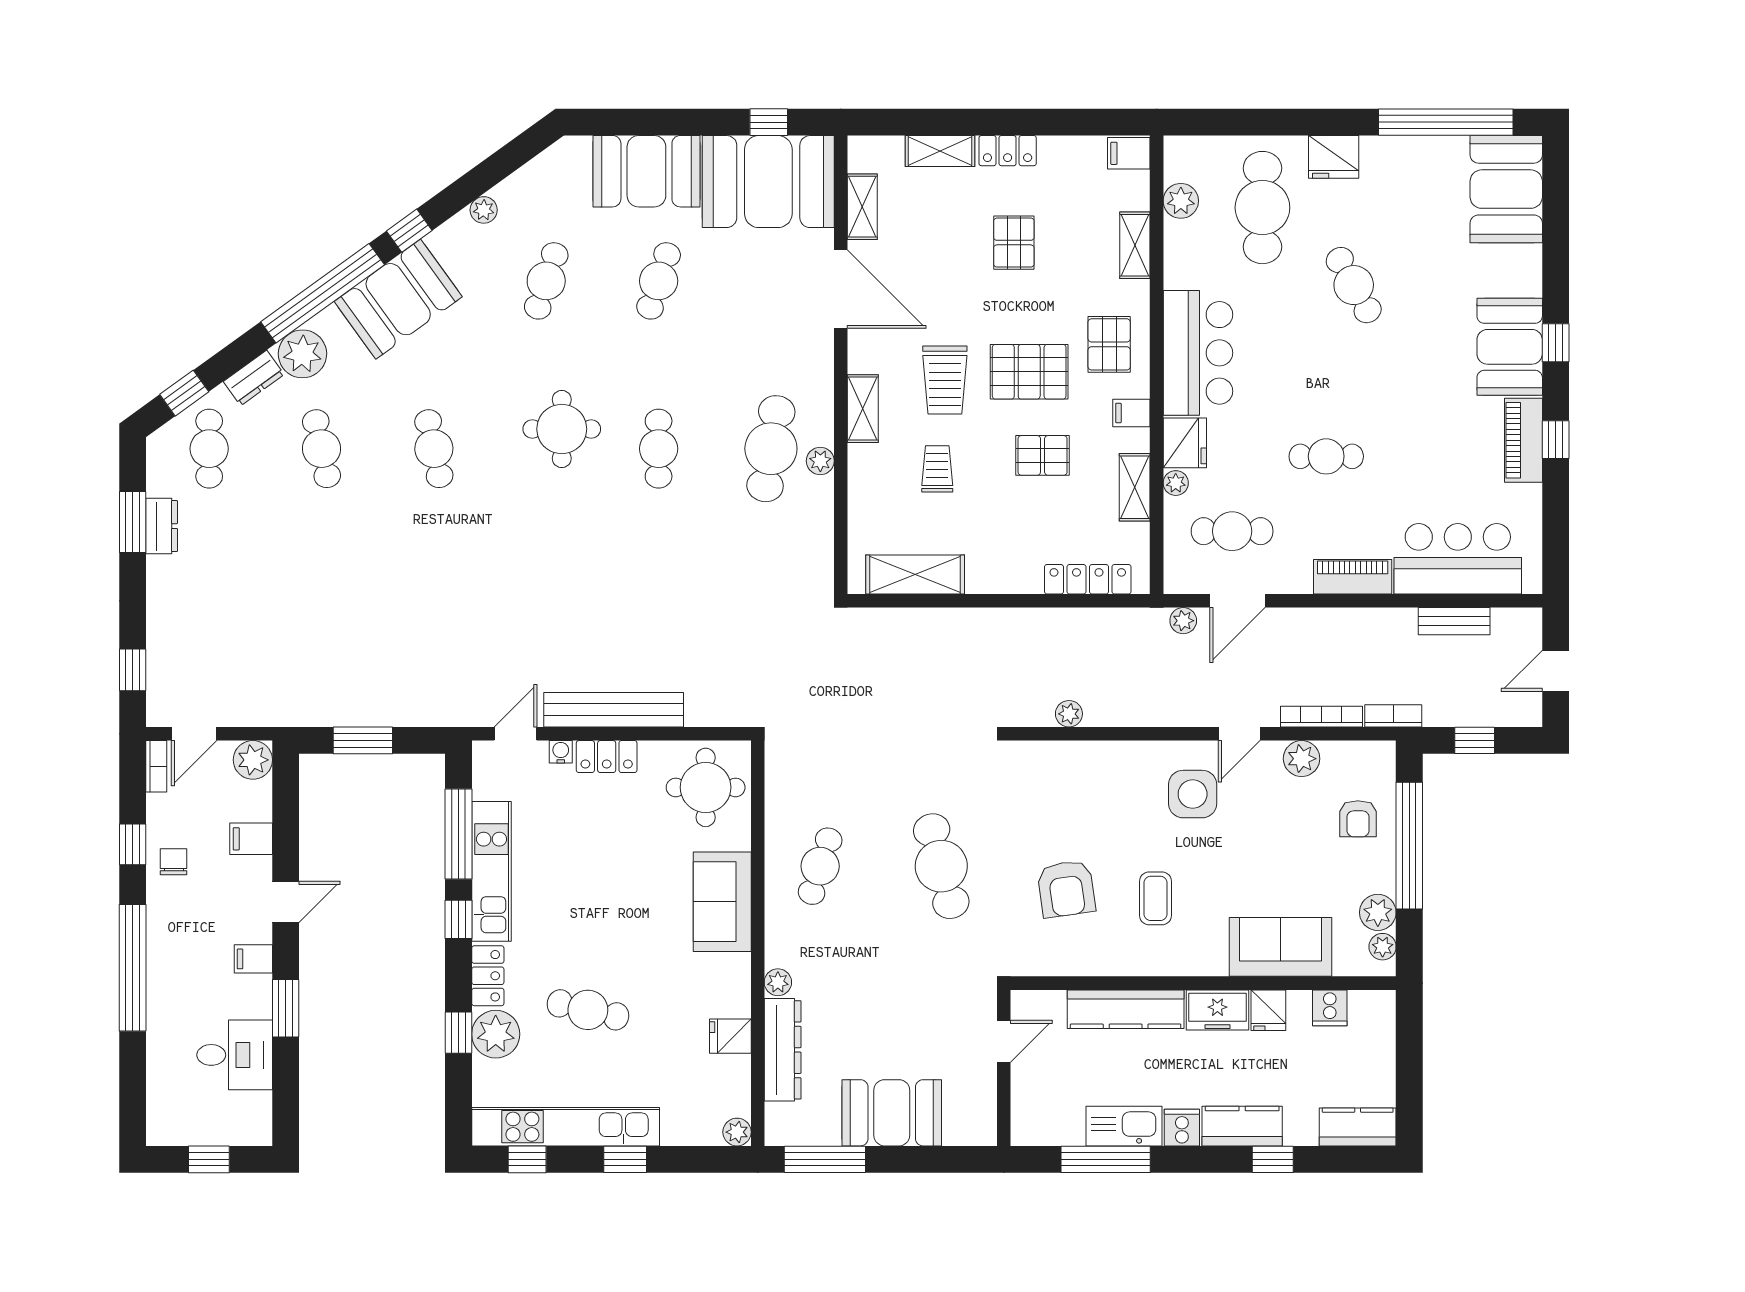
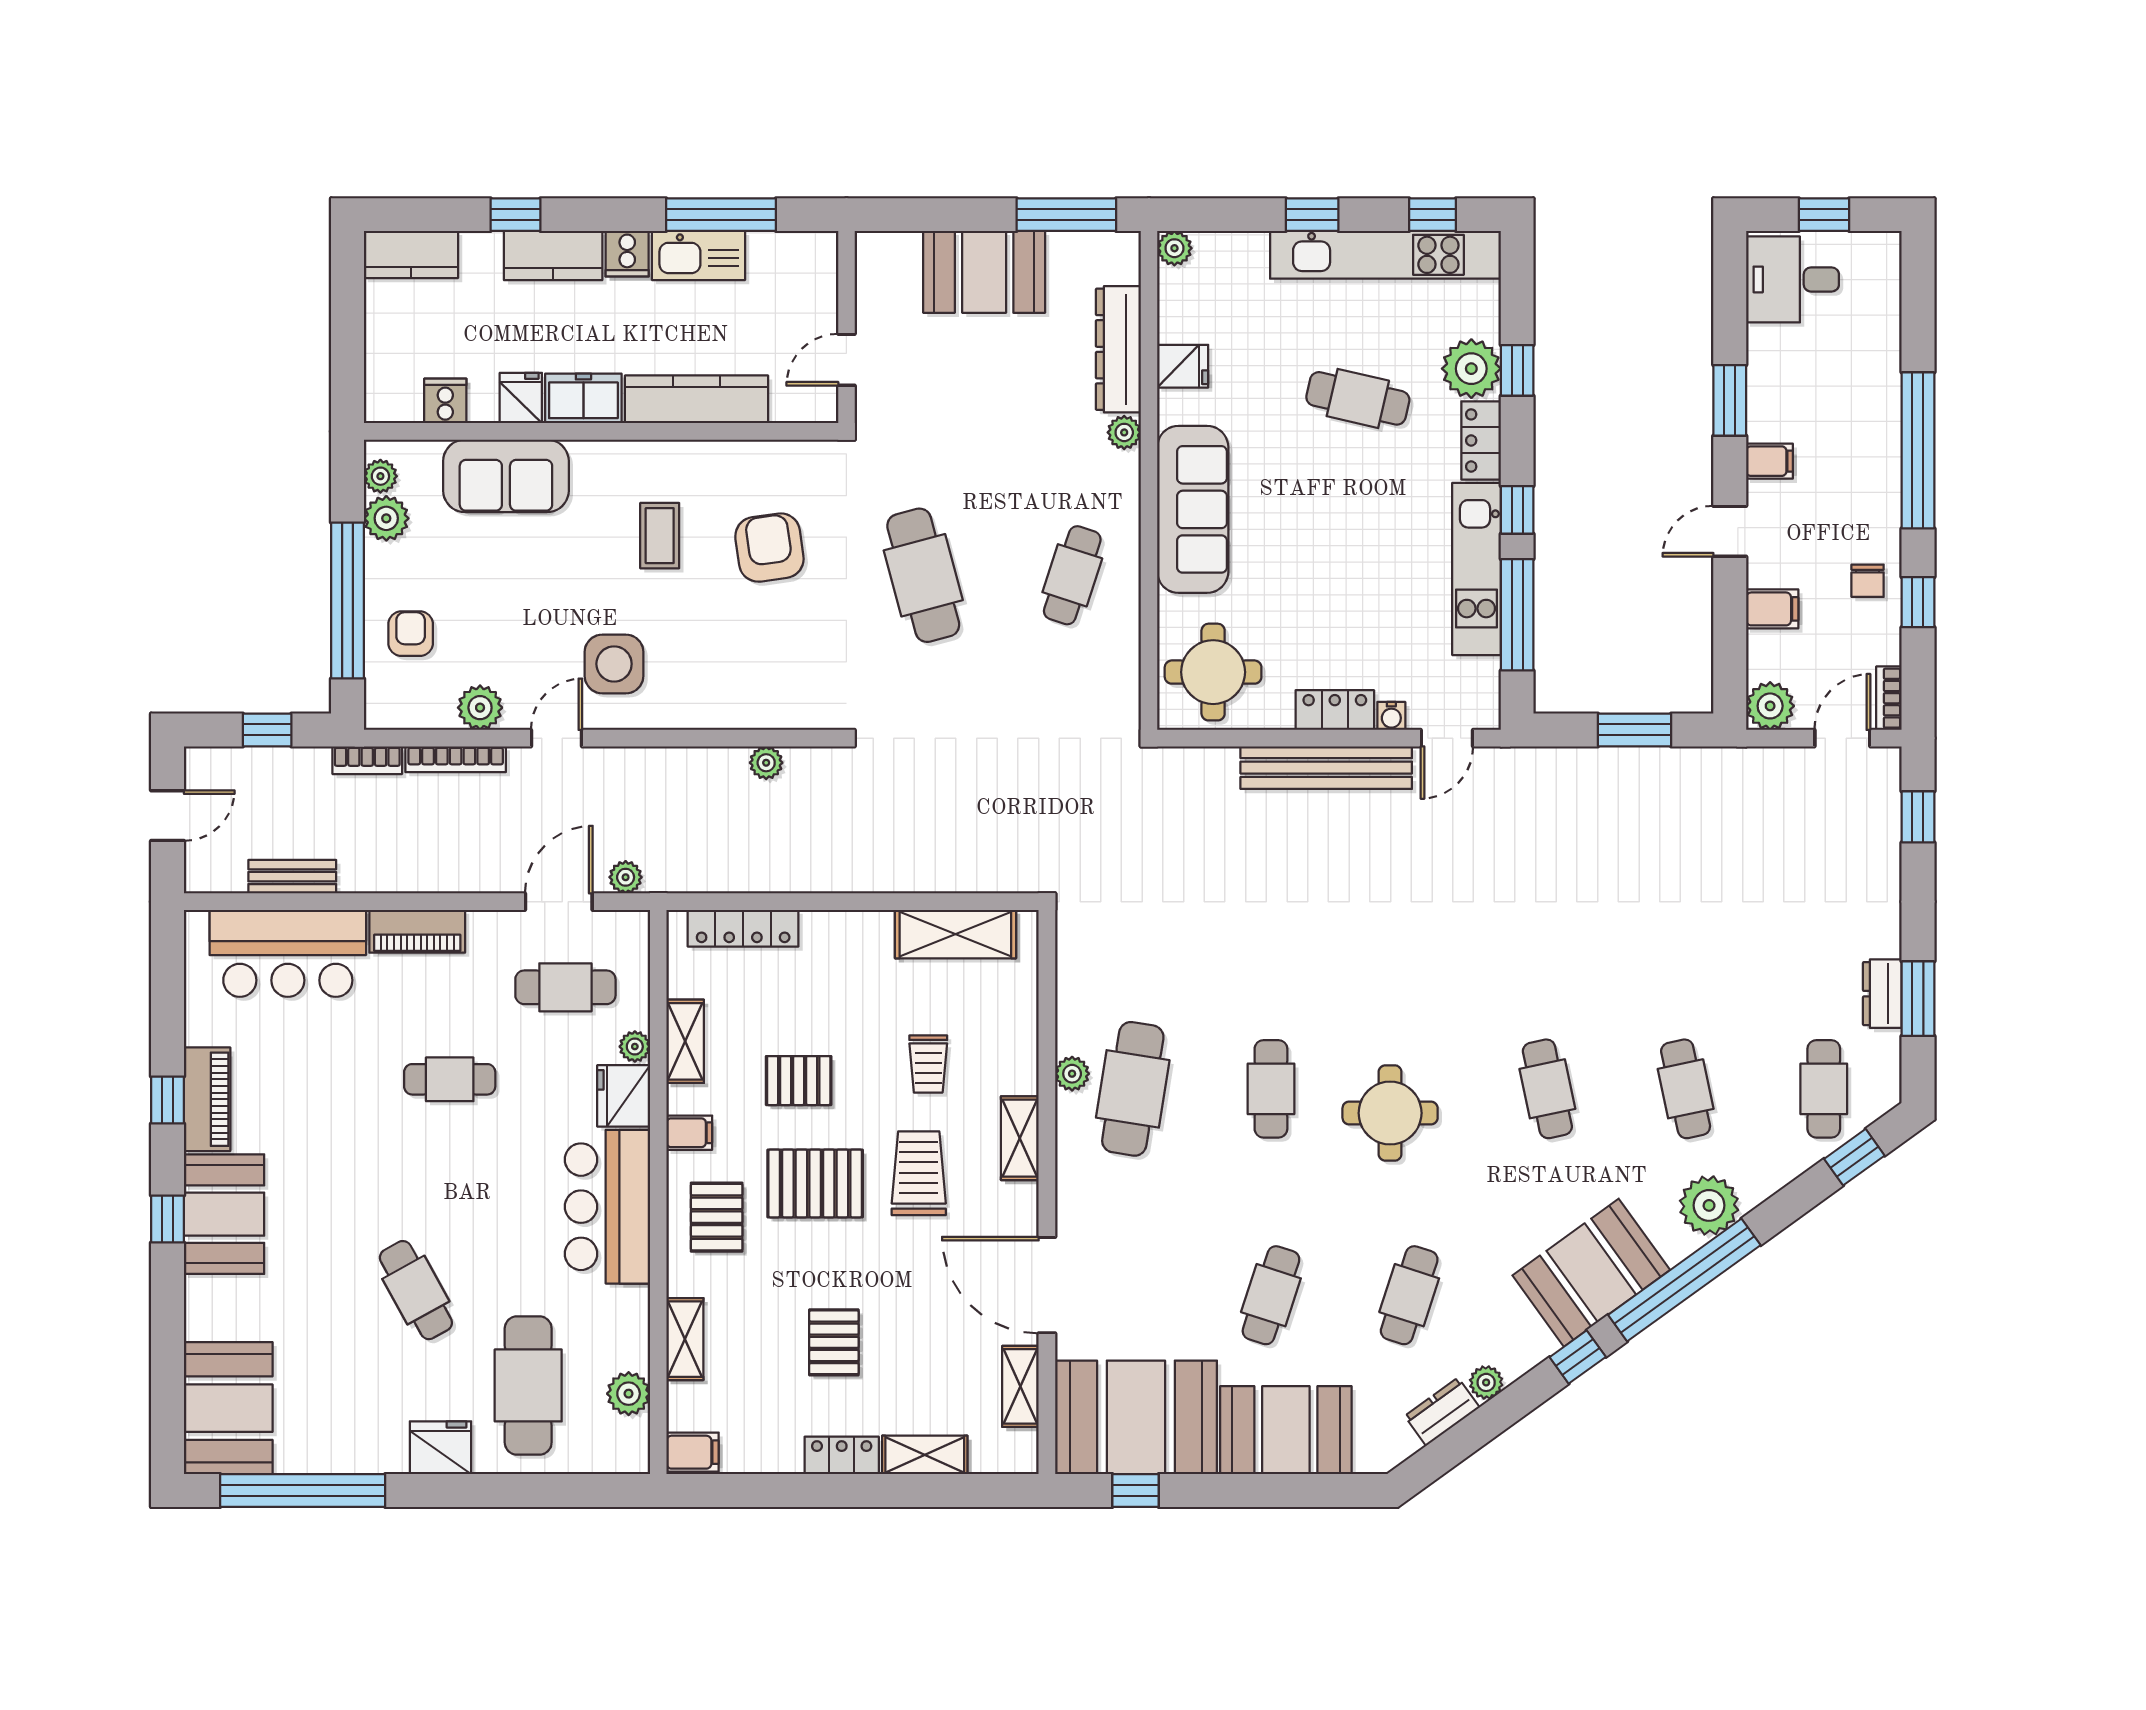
dresser: (254, 378) -> (1442, 1412), moved
sofa: (722, 902) -> (1193, 509), width x1.36
desk: (235, 1055) -> (1793, 279), moved

